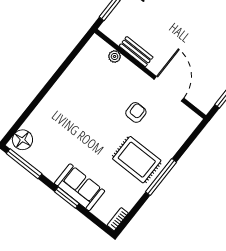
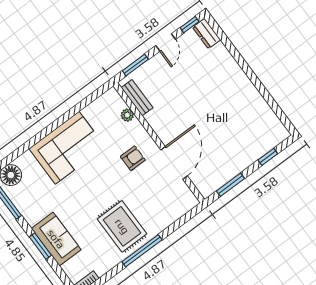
bench: (136, 52) -> (137, 98), moved
corner sofa: (67, 101) -> (67, 148), added
armchair: (136, 112) -> (133, 158), moved

